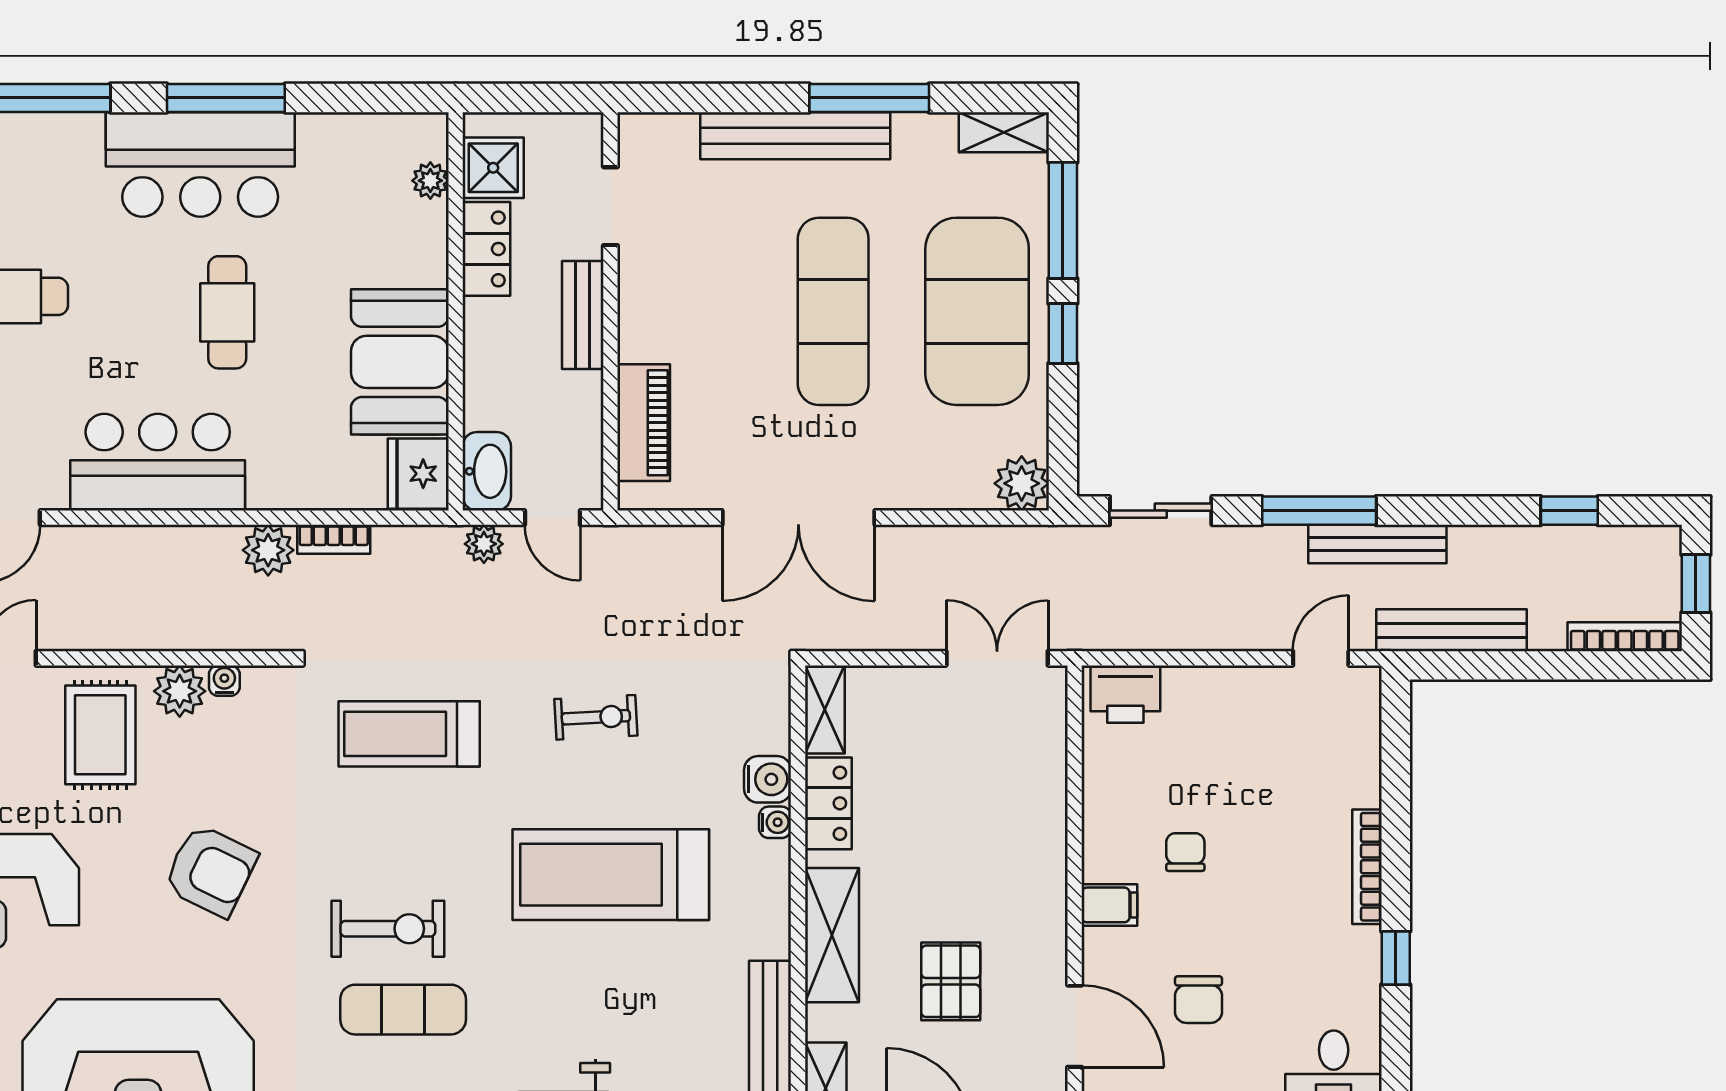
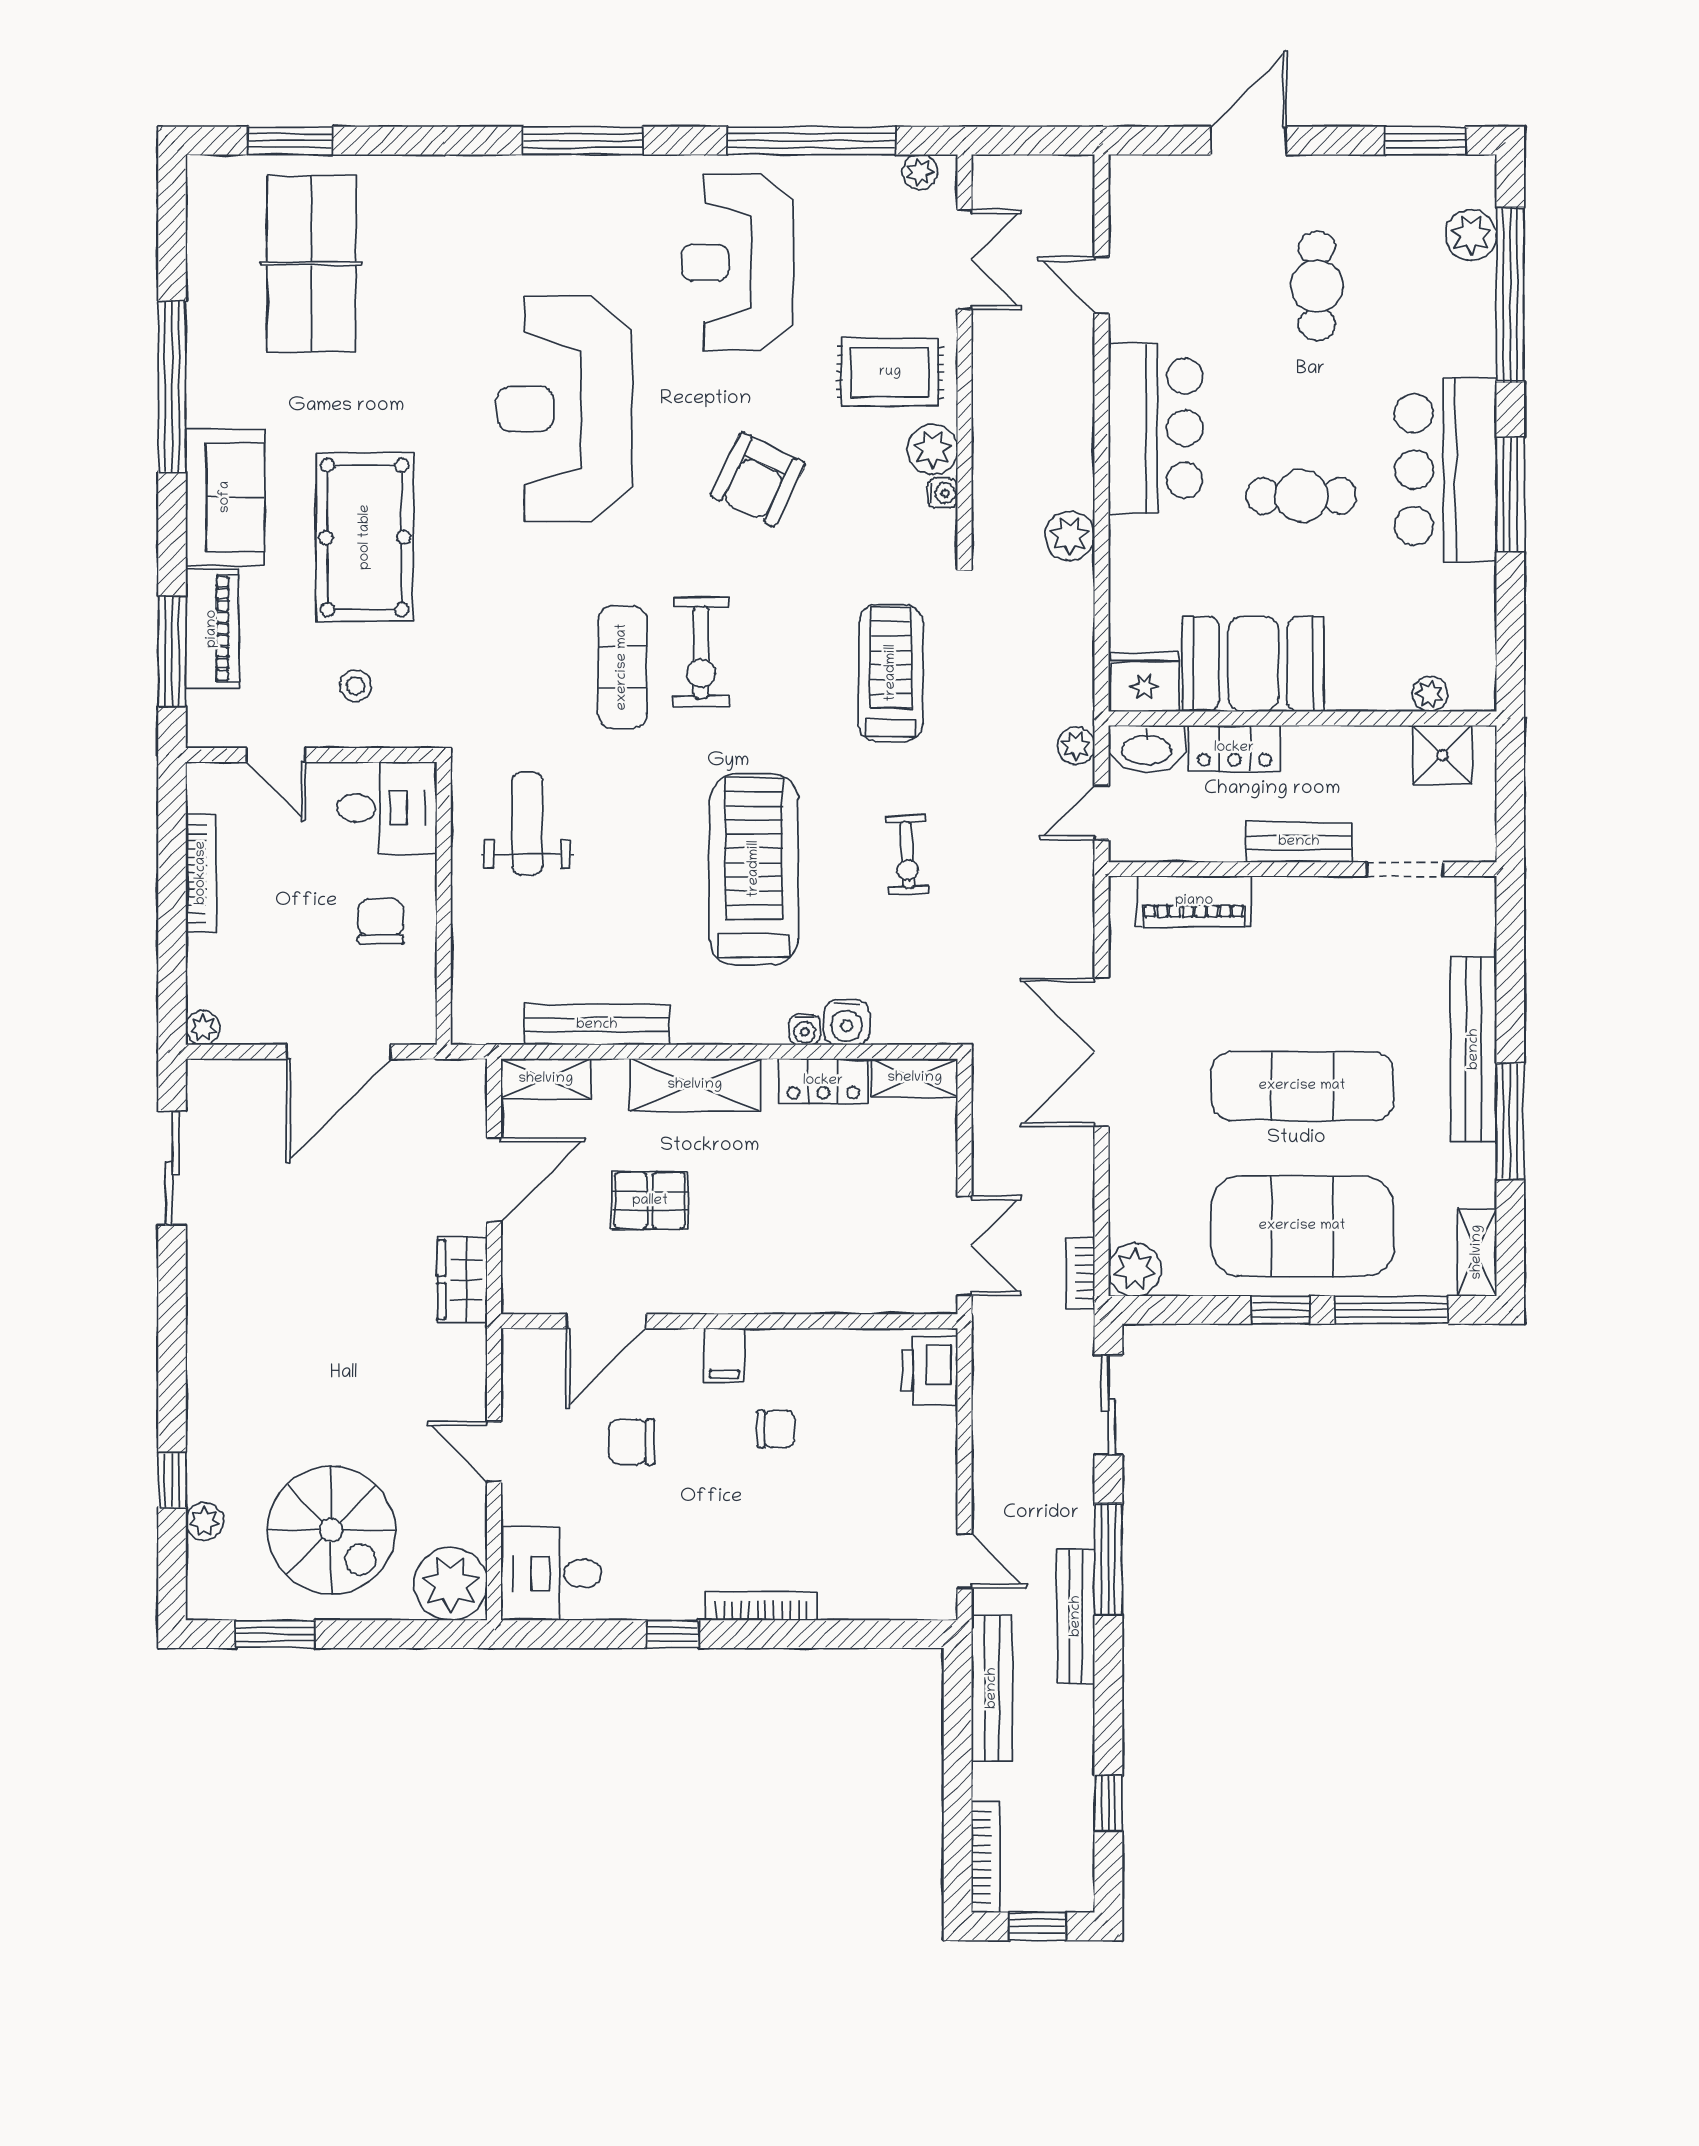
locker: (486, 249) -> (1234, 748), moved
bookcase: (334, 539) -> (1080, 1273), moved

